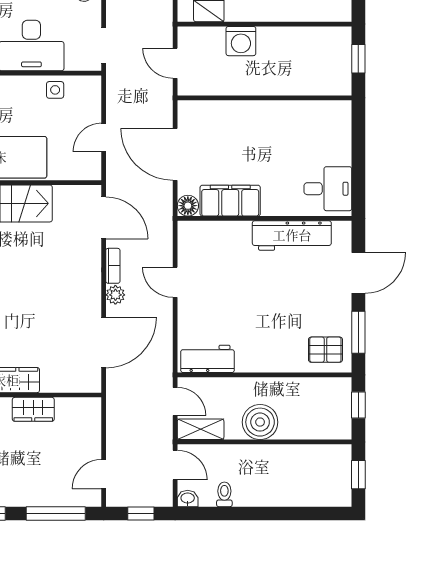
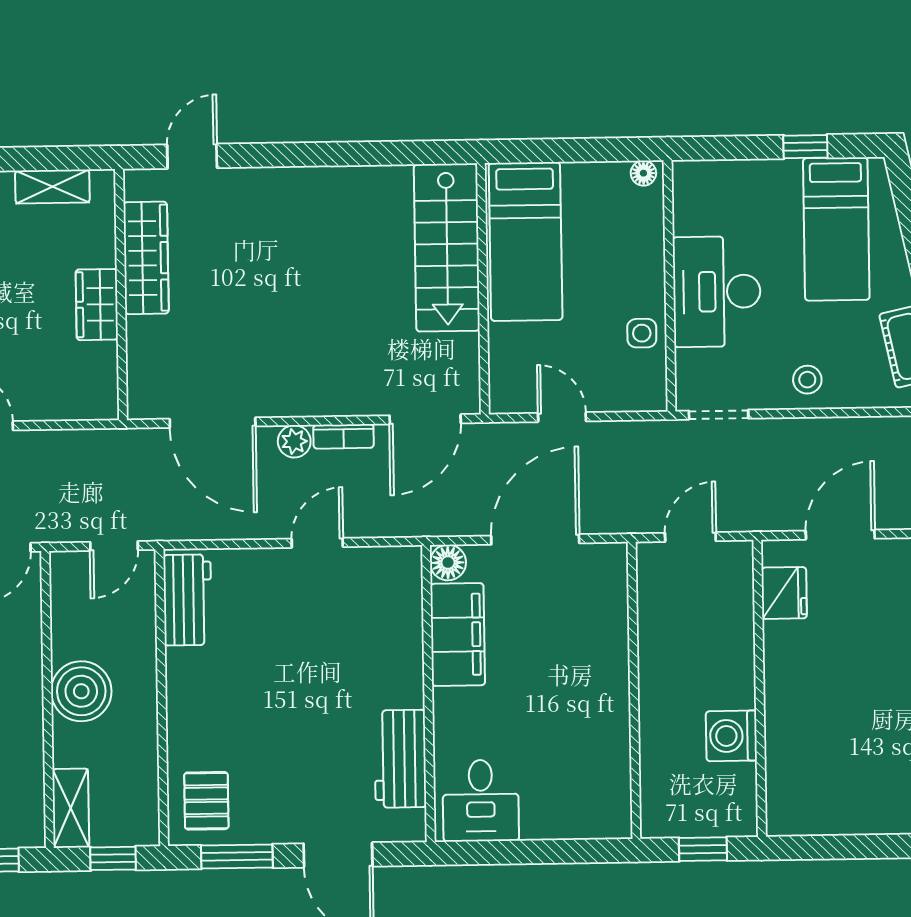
washing machine: (241, 41) -> (731, 736), moved
workbench: (292, 235) -> (400, 759), width x0.73
shelving: (201, 429) -> (71, 808), moved

